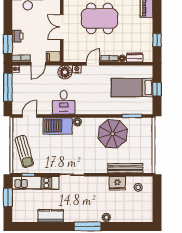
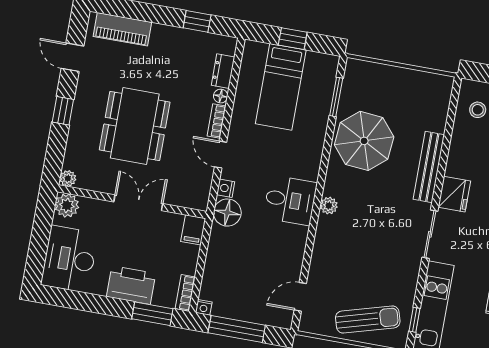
double door: (62, 27) -> (138, 203), swing flipped
printer: (18, 36) -> (131, 285), width x1.87, depth x1.48
door: (38, 64) -> (201, 262), removed
desk: (64, 102) -> (290, 200), moved
door: (30, 116) -> (300, 297), hinge flipped
barbecue: (58, 126) -> (330, 246), removed
bench: (125, 168) -> (429, 167), moved
fridge: (117, 183) -> (454, 194), moved

